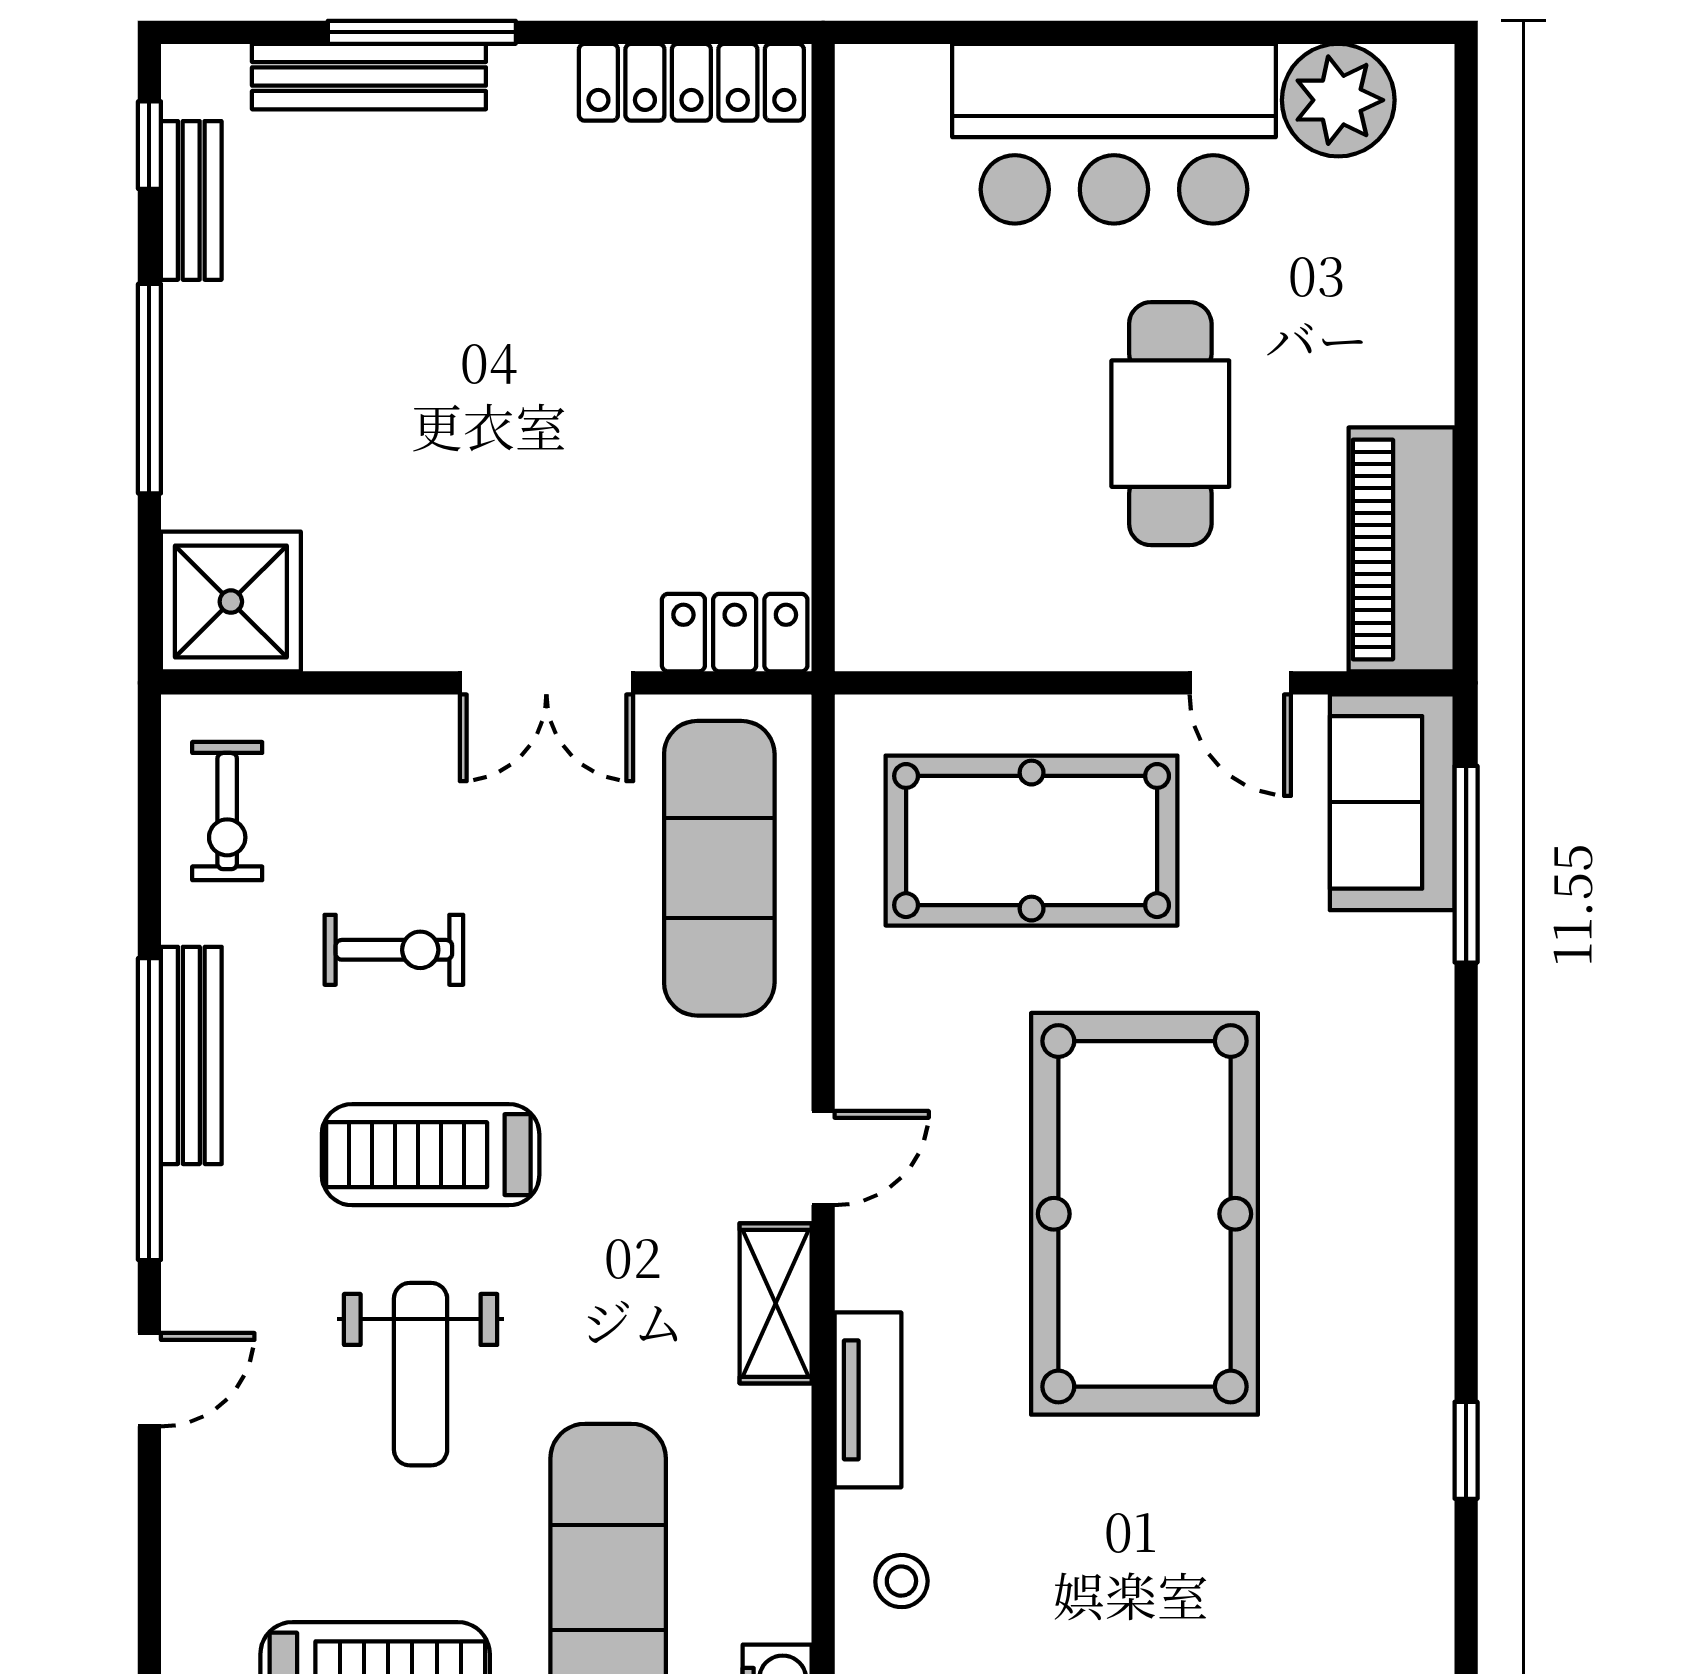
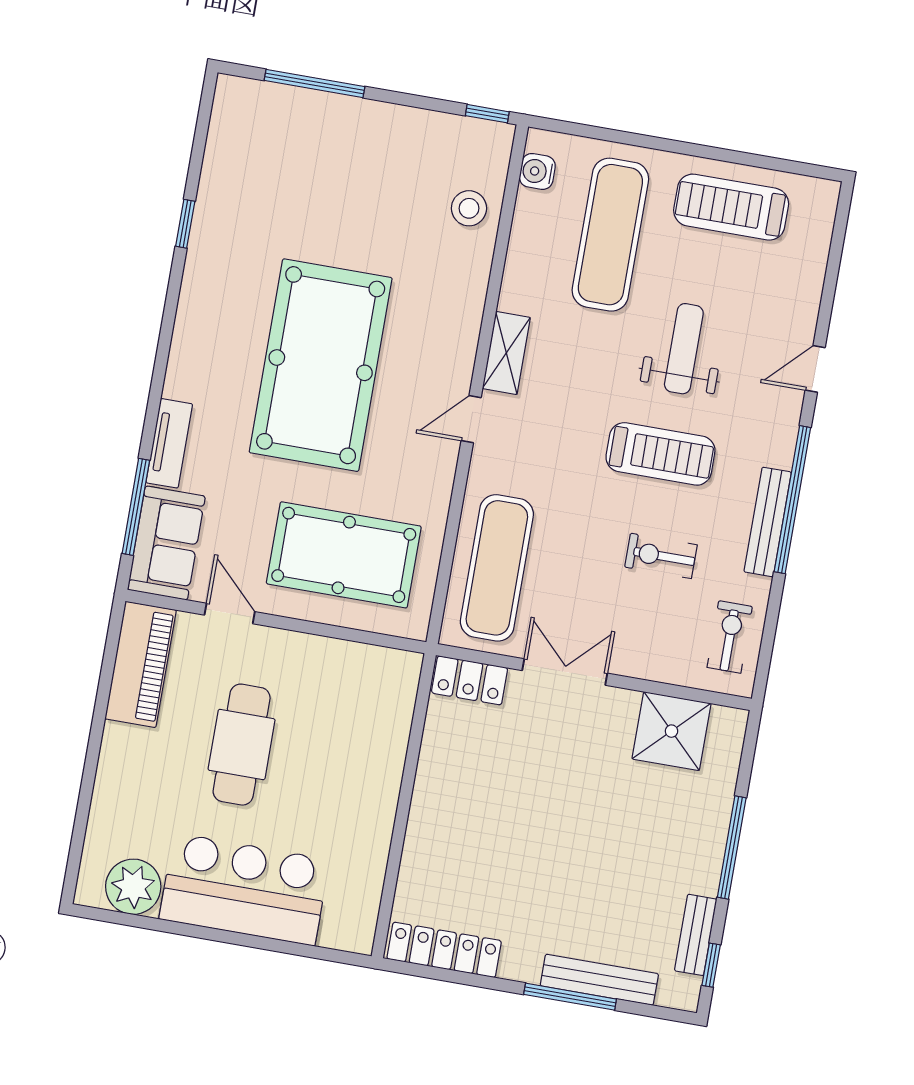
shower: (231, 602) -> (671, 731), moved
tv unit: (868, 1400) -> (169, 443), moved, turned 180
stool: (901, 1581) -> (469, 208), width x1.37, depth x1.37

